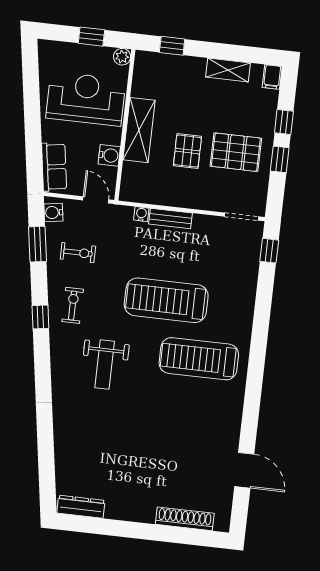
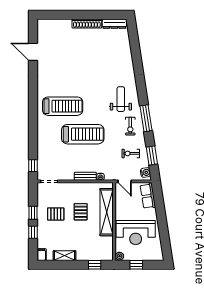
shelving: (139, 130) -> (107, 212), width x1.47
pallet: (236, 152) -> (56, 214), width x0.67, depth x0.71
water cooler: (109, 155) -> (120, 205), removed
window: (40, 317) -> (146, 118), width x2.17
weight bench: (105, 364) -> (121, 99), moved
shoe rack: (185, 519) -> (87, 24), moved

